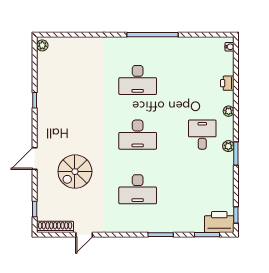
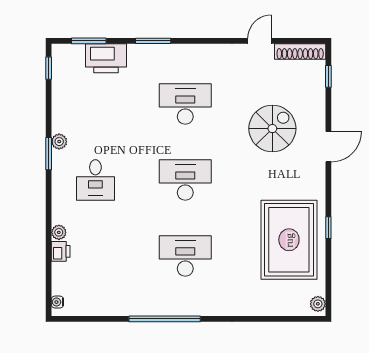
rug: (63, 92) -> (289, 240), added
plant: (229, 111) -> (59, 232), moved
plant: (228, 146) -> (59, 142), moved
printer: (219, 222) -> (106, 58), moved

